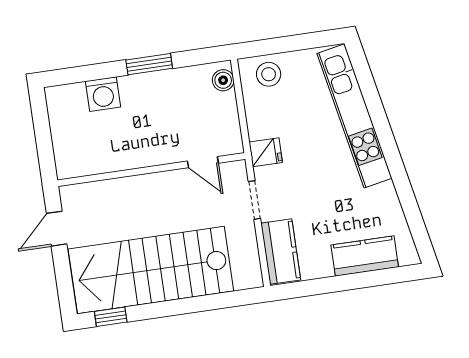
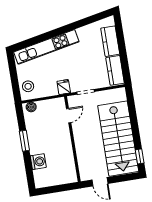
kitchen counter: (281, 252) -> (115, 70), moved, turned -90

